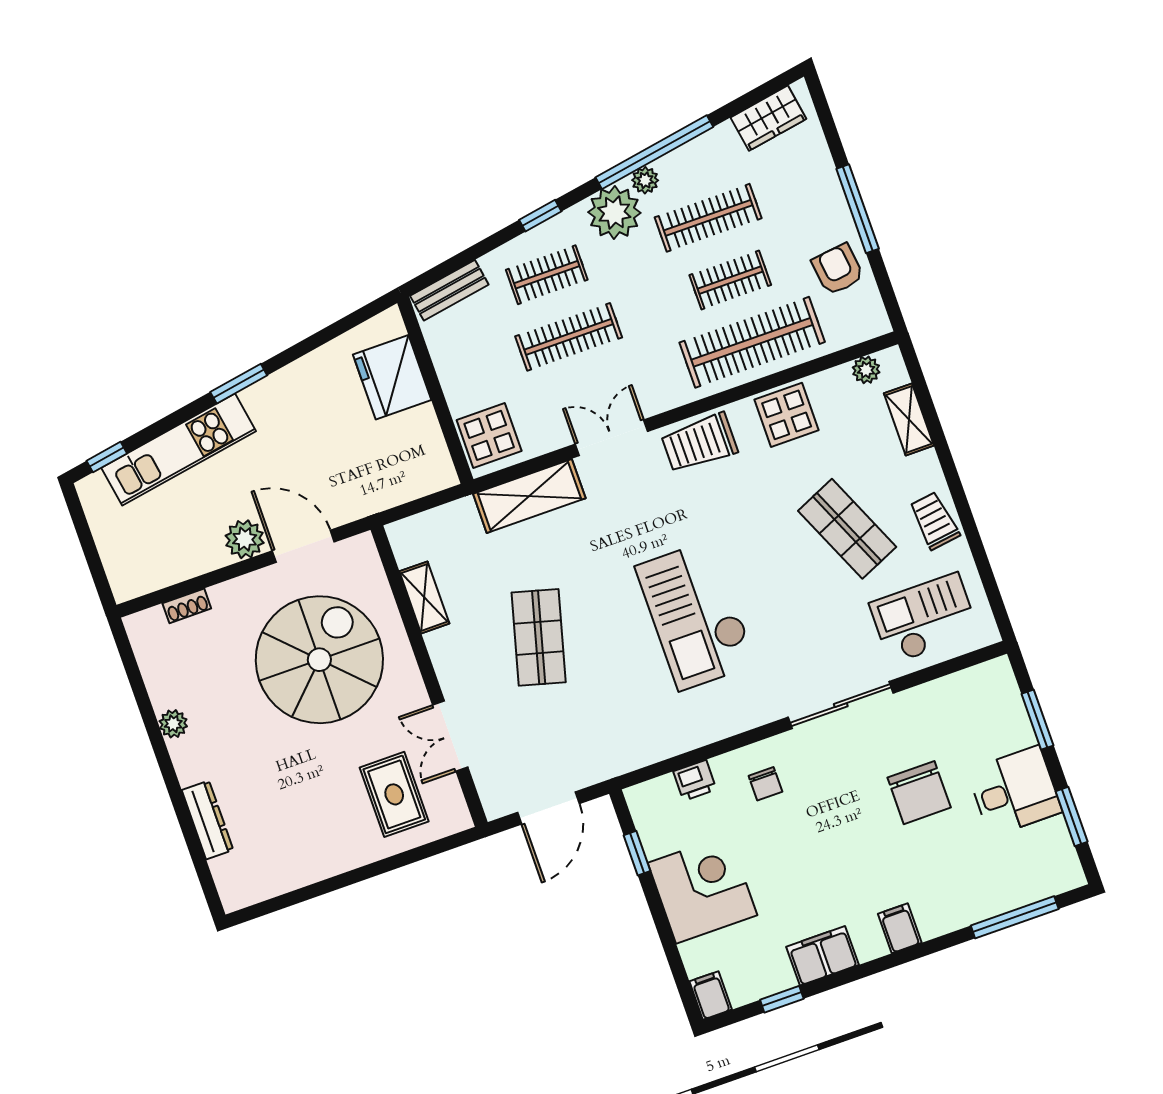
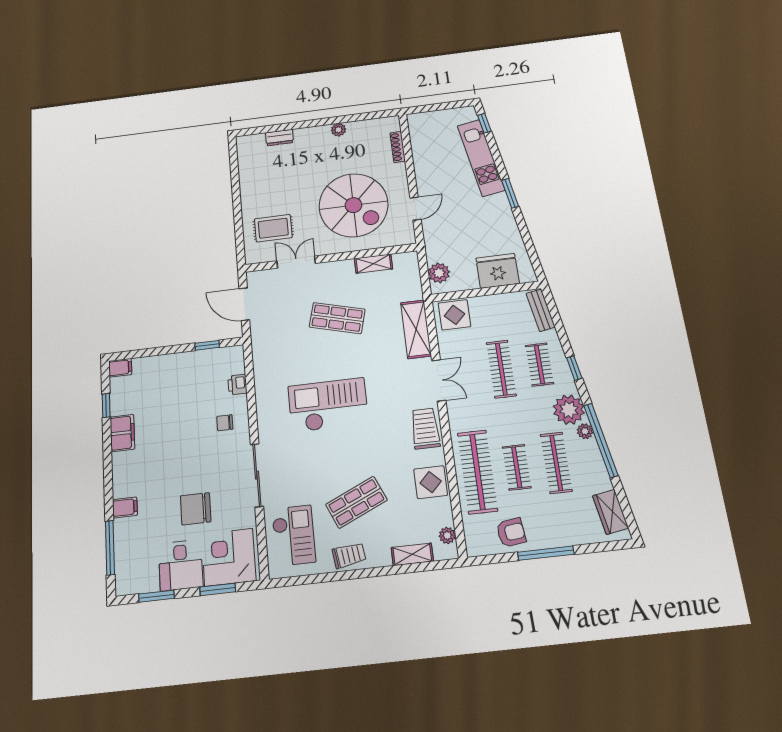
plant: (245, 539) -> (439, 273), moved
door: (303, 546) -> (415, 209), width x0.73
shoe rack: (187, 606) -> (398, 147), width x1.43
dresser: (207, 820) -> (279, 138), width x0.70
corner desk: (702, 889) -> (229, 557), moved, turned 180
filing cabinet: (900, 928) -> (125, 507), moved

